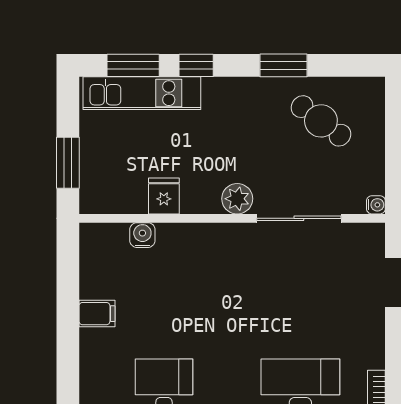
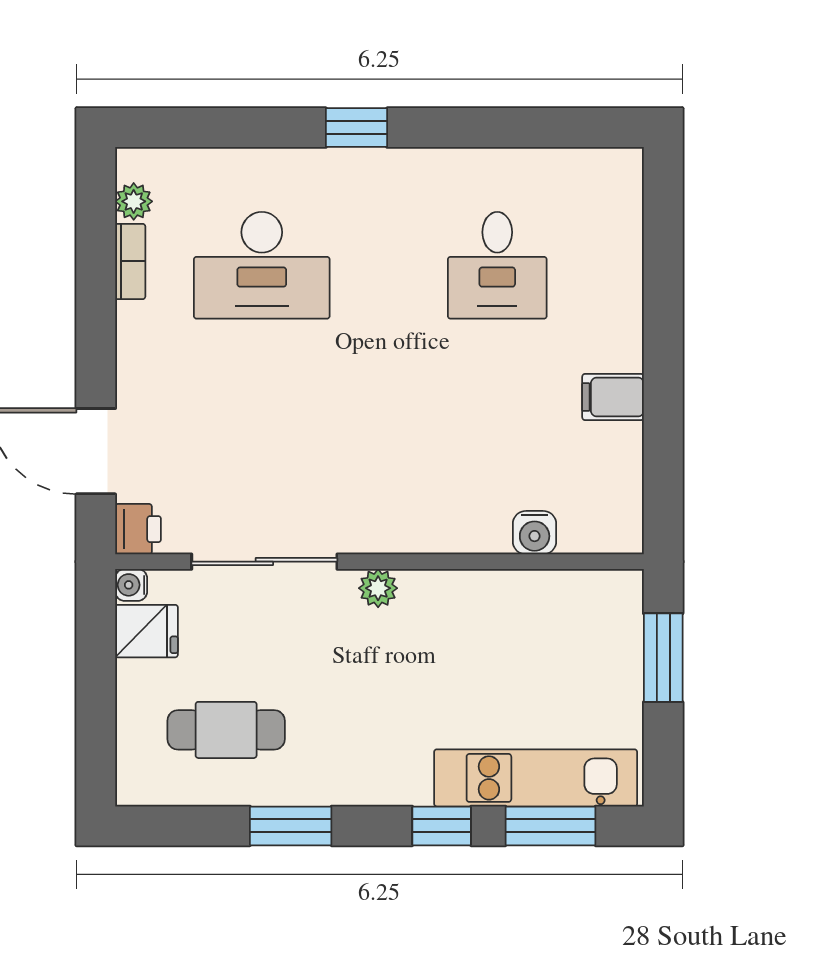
cafe table: (321, 121) -> (226, 730), turned -37
fridge: (164, 196) -> (147, 631), moved, turned -90
plant: (237, 199) -> (378, 588), width x0.73, depth x0.73
printer: (372, 237) -> (138, 529), added

